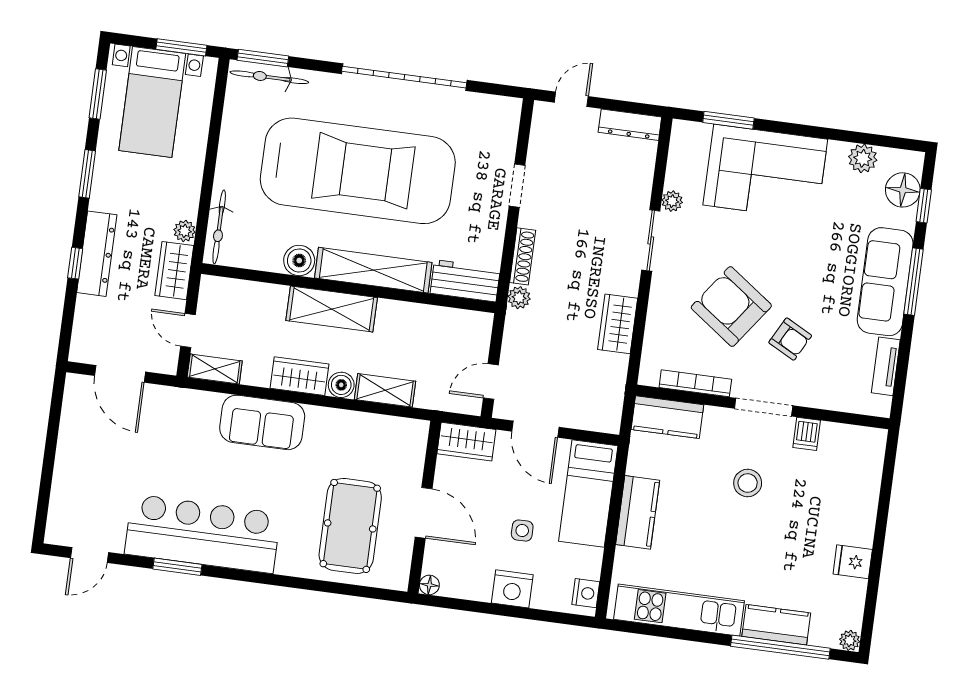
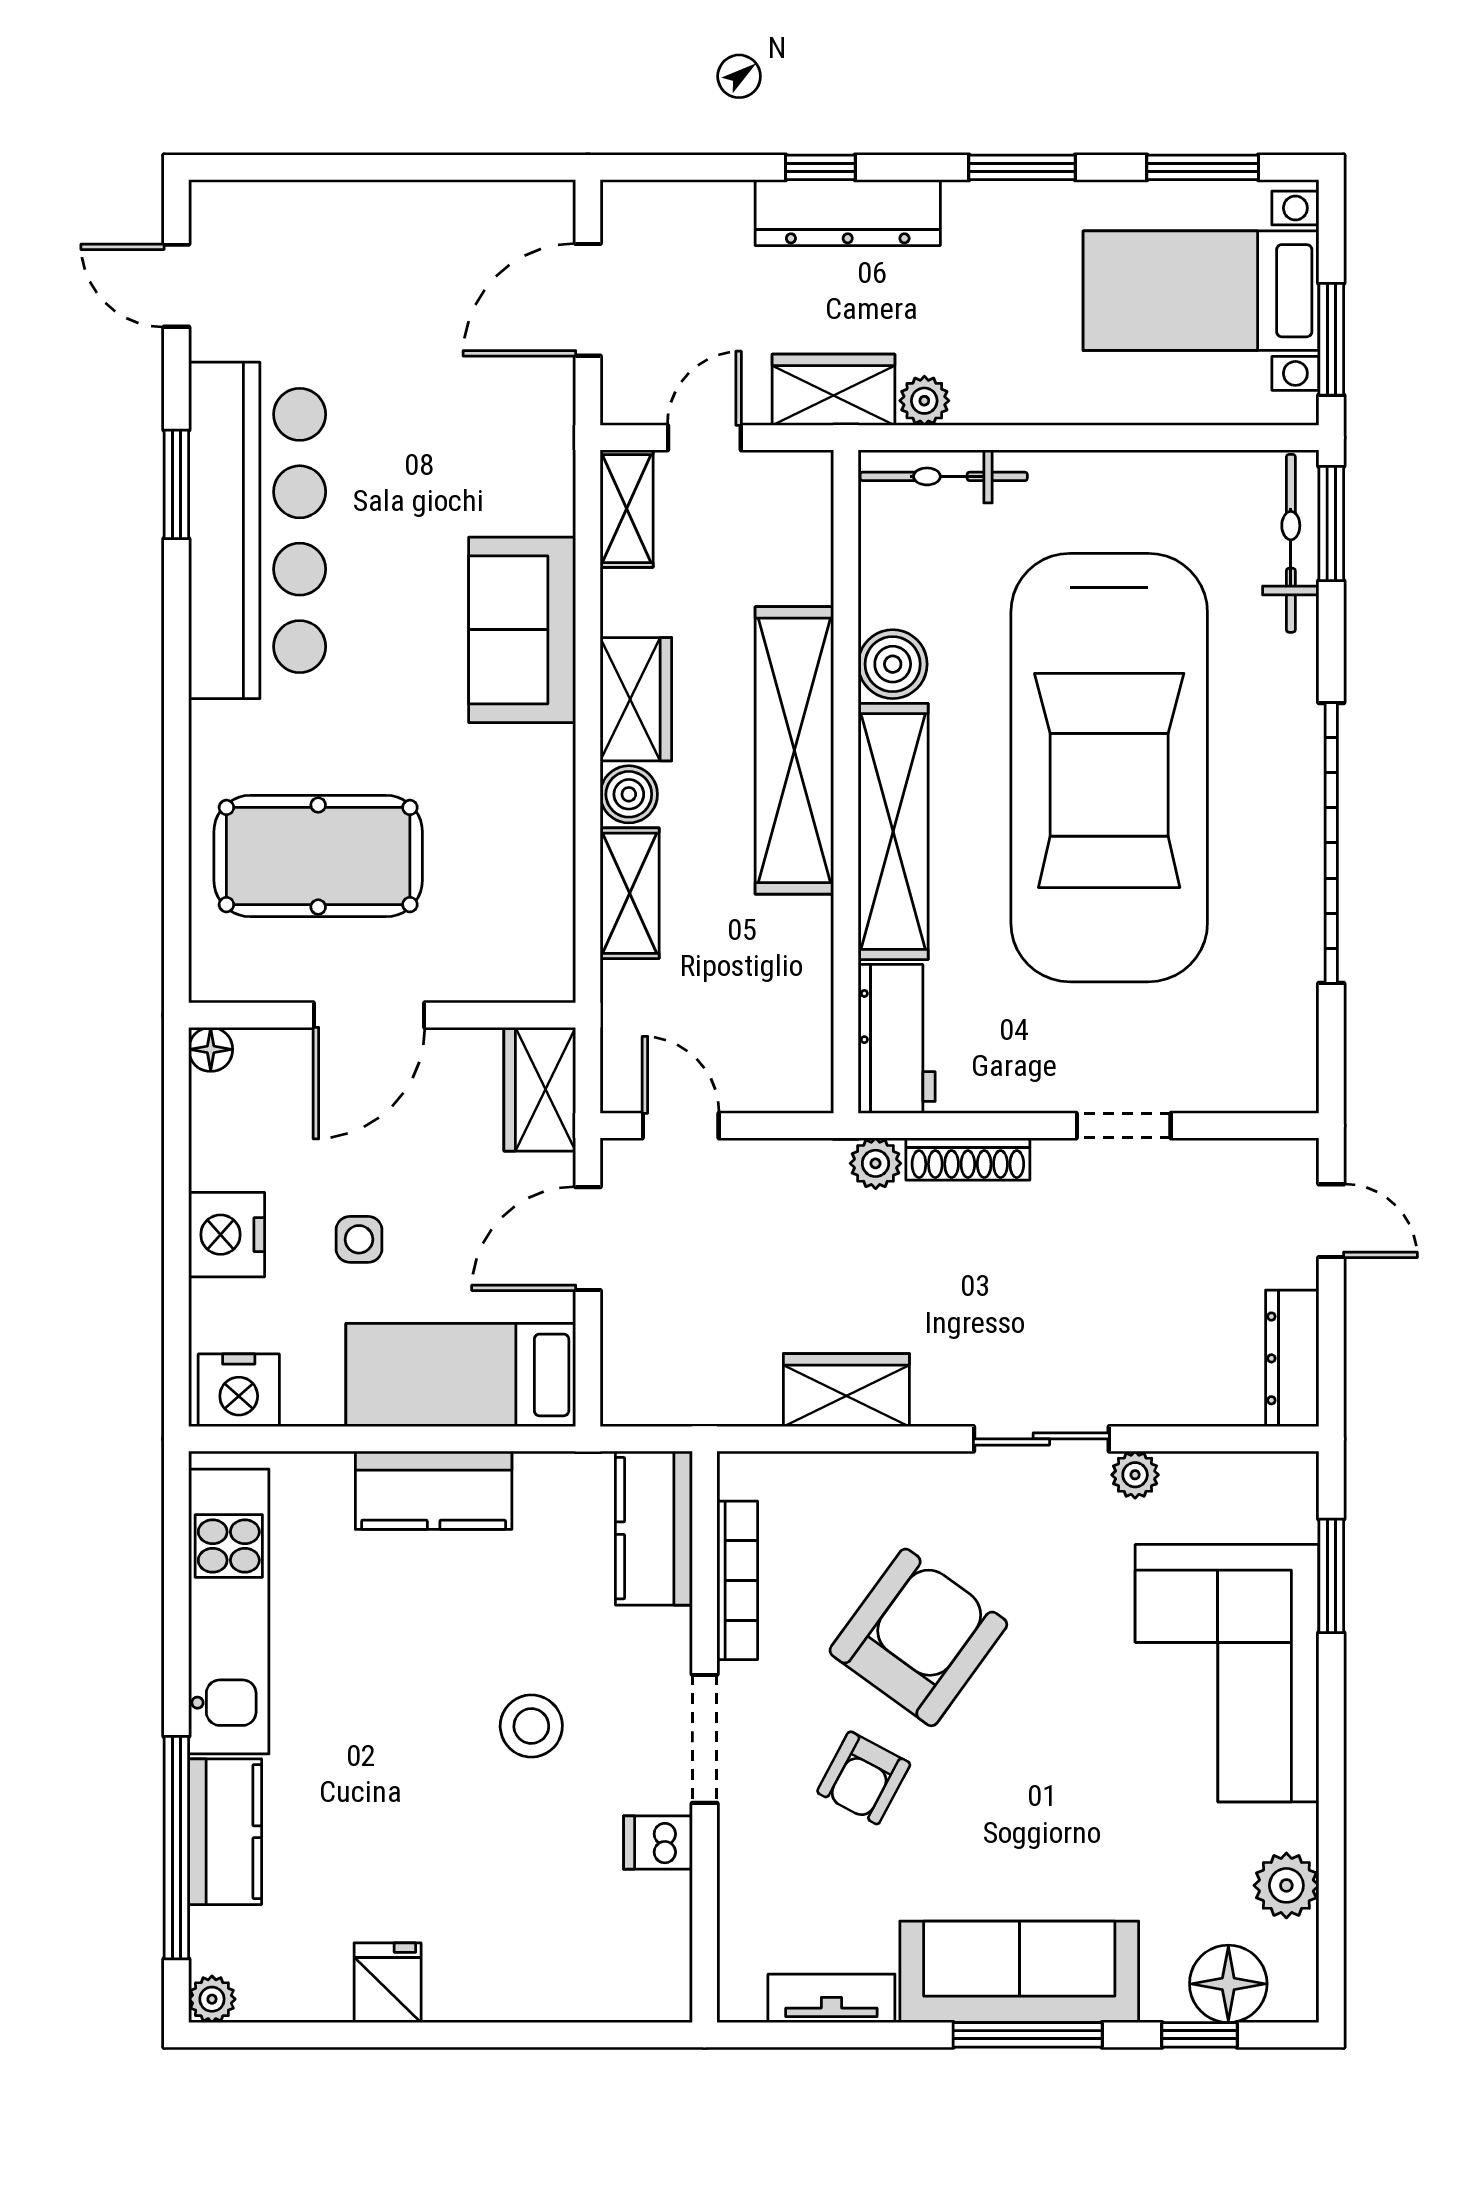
shelving: (332, 309) -> (794, 750), width x1.47
nightstand: (586, 593) -> (239, 1390), width x1.36, depth x1.33

